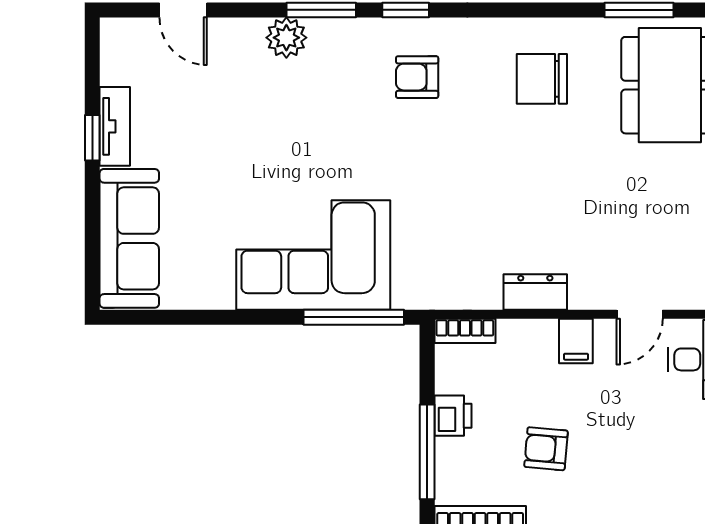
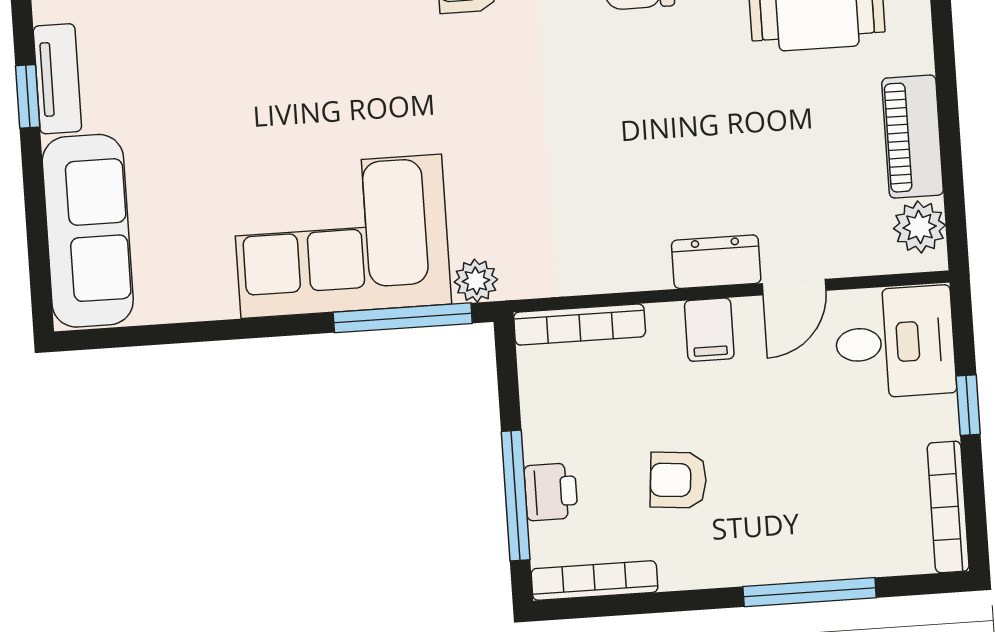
dresser: (535, 292) -> (716, 262), moved
plant: (409, 294) -> (476, 281), added
bookcase: (465, 331) -> (580, 325), width x1.56
printer: (453, 416) -> (551, 492), moved

